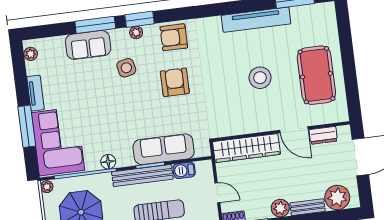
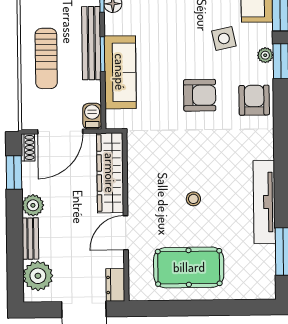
stool: (260, 78) -> (193, 199), width x0.53, depth x0.53
dresser: (323, 135) -> (115, 285), moved
barbecue: (184, 170) -> (92, 116), moved
door: (217, 193) -> (60, 131), width x1.88

